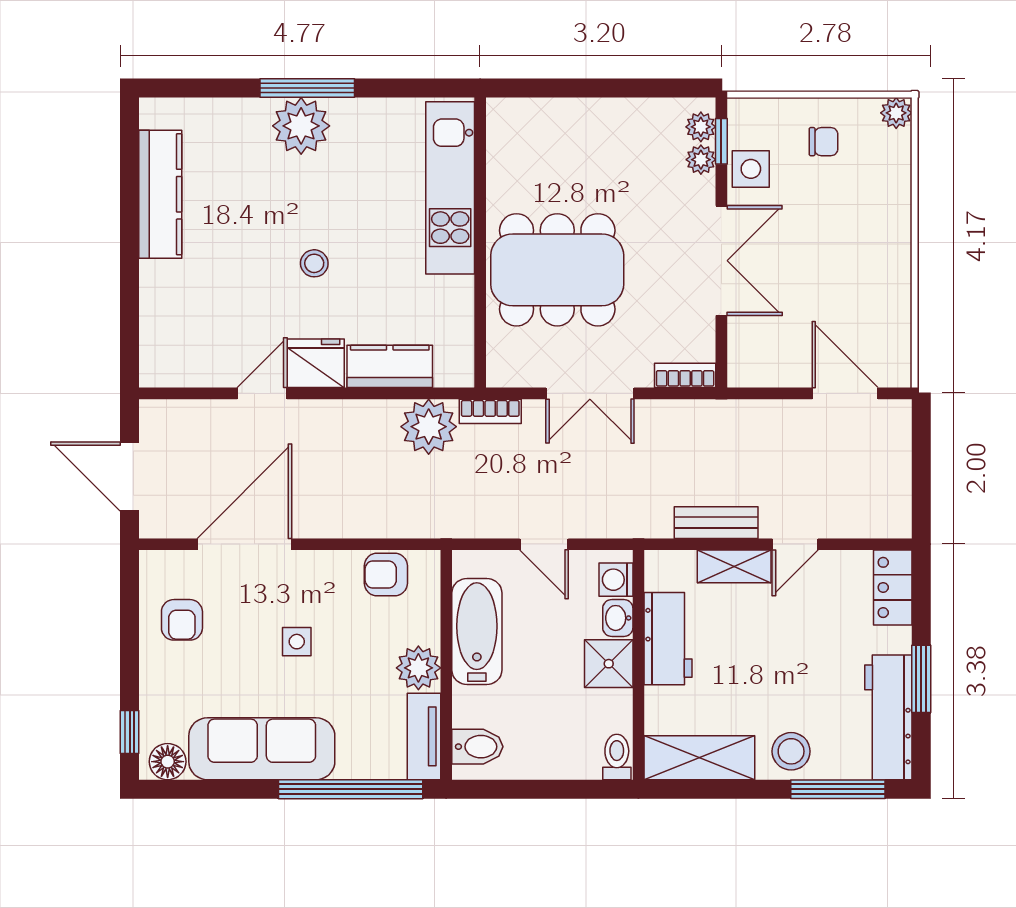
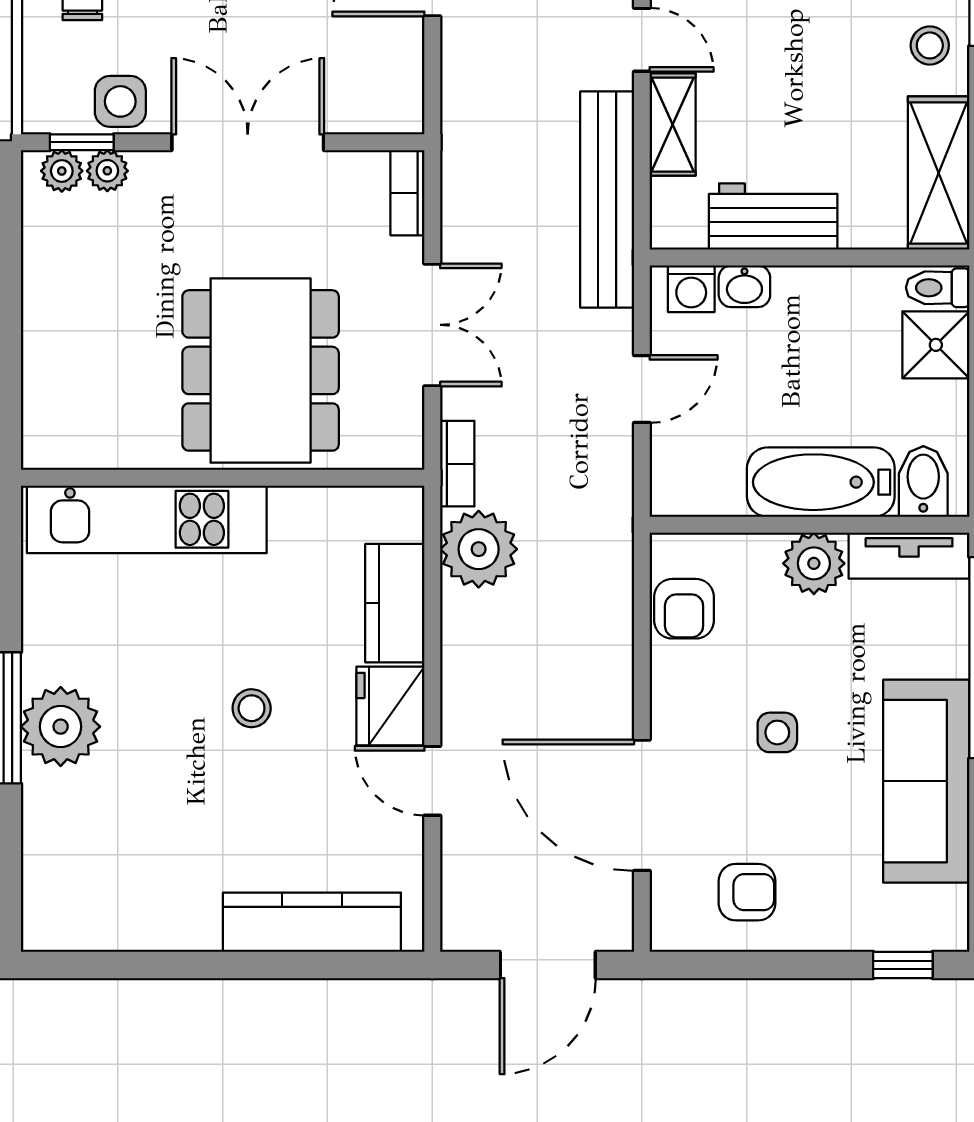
kitchen counter: (160, 194) -> (312, 922), moved
bench: (716, 523) -> (607, 200), width x1.86, depth x1.21
bathtub: (477, 631) -> (821, 482), moved
shower: (609, 664) -> (936, 345), moved
stool: (791, 751) -> (930, 45), width x0.73, depth x0.73
floor lamp: (168, 762) -> (944, 912), removed

